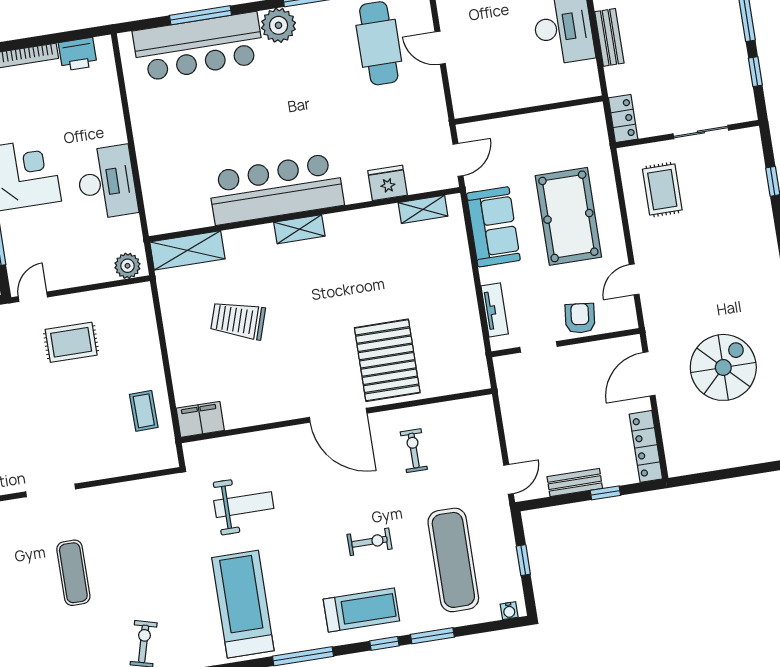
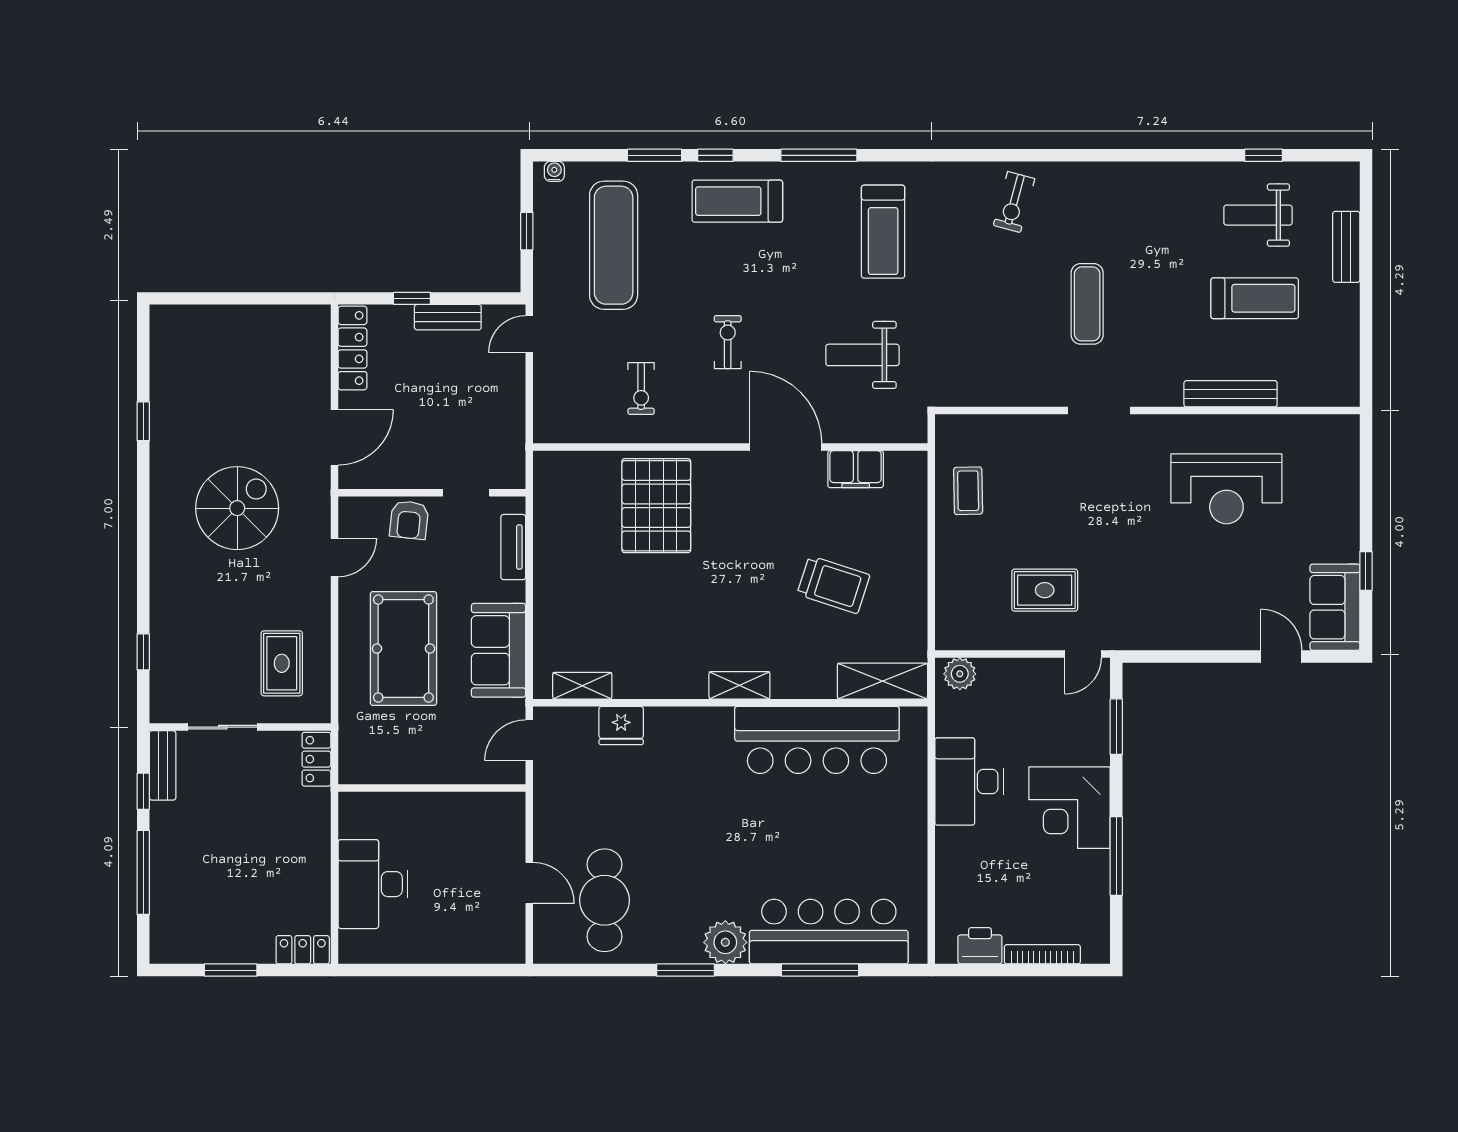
bench: (609, 37) -> (163, 765), moved
bar counter: (276, 189) -> (817, 740), moved
spiral stairs: (723, 367) -> (237, 508), moved, turned 180
door: (338, 415) -> (786, 447), moved
filing cabinet: (200, 419) -> (856, 469), moved
exercise bike: (370, 542) -> (728, 342), moved, turned 90
treadmill: (243, 604) -> (883, 232), width x0.73, depth x0.73

